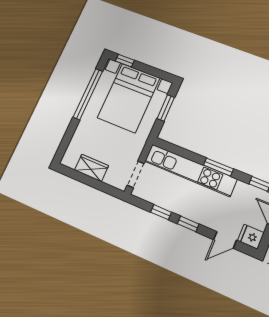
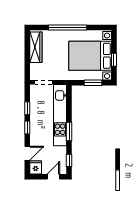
window: (125, 61) -> (114, 60), moved
window: (88, 94) -> (68, 28), moved
wardrobe: (91, 168) -> (36, 47), width x1.50
door: (225, 240) -> (27, 153), swing flipped

